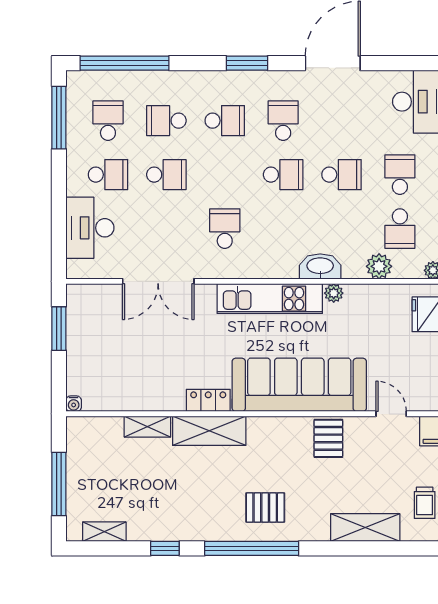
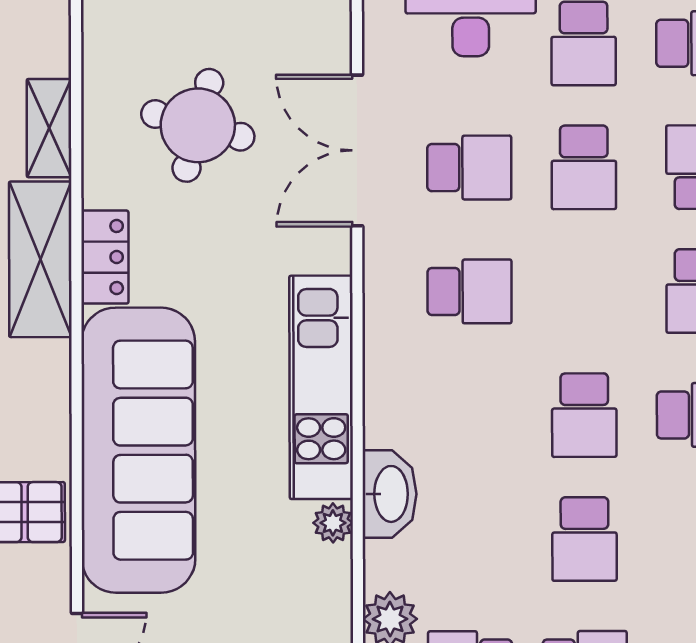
school desk: (166, 229) -> (469, 168), added
round table: (146, 356) -> (198, 125), added

